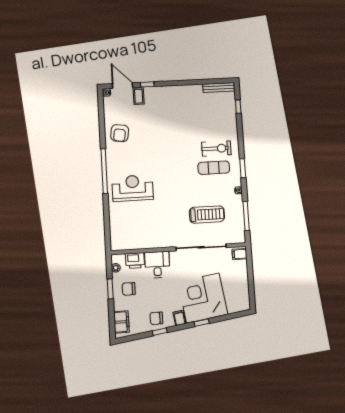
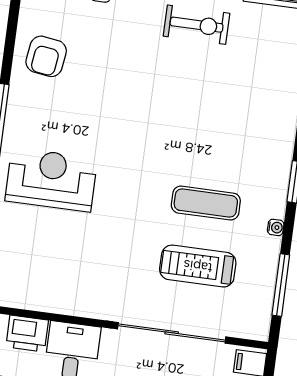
exercise bike: (216, 148) -> (197, 25), moved
exercise mat: (214, 168) -> (206, 203), moved
treadmill: (207, 214) -> (198, 266), turned 180

